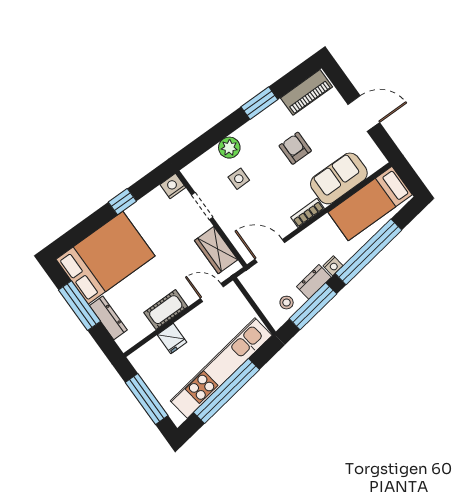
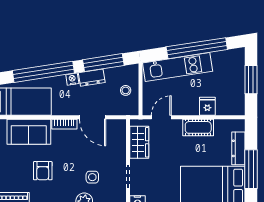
door: (270, 251) -> (93, 117), moved
door: (212, 293) -> (161, 117), swing flipped
stool: (287, 303) -> (126, 90), moved
kitchen unit: (221, 368) -> (178, 67), width x0.73
window: (147, 399) -> (251, 80), width x0.69

